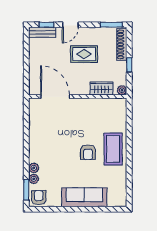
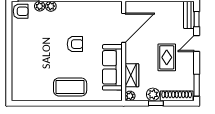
door: (70, 25) -> (197, 43), hinge flipped
plant: (120, 68) -> (153, 94), added
armchair: (88, 152) -> (75, 44), moved, turned 180
sofa: (84, 197) -> (112, 67), moved, turned 180

